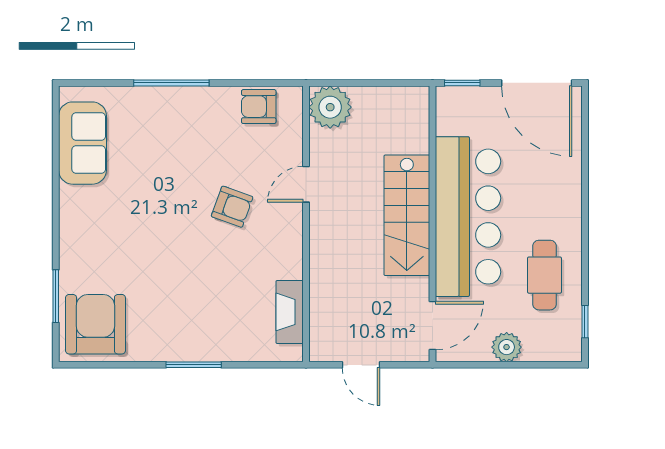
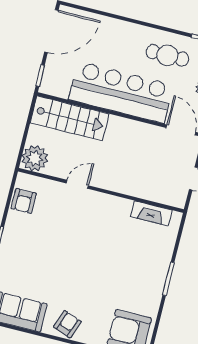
door: (306, 184) -> (77, 184), swing flipped
armchair: (232, 207) -> (67, 324), moved
stairs: (407, 215) -> (70, 118), moved

